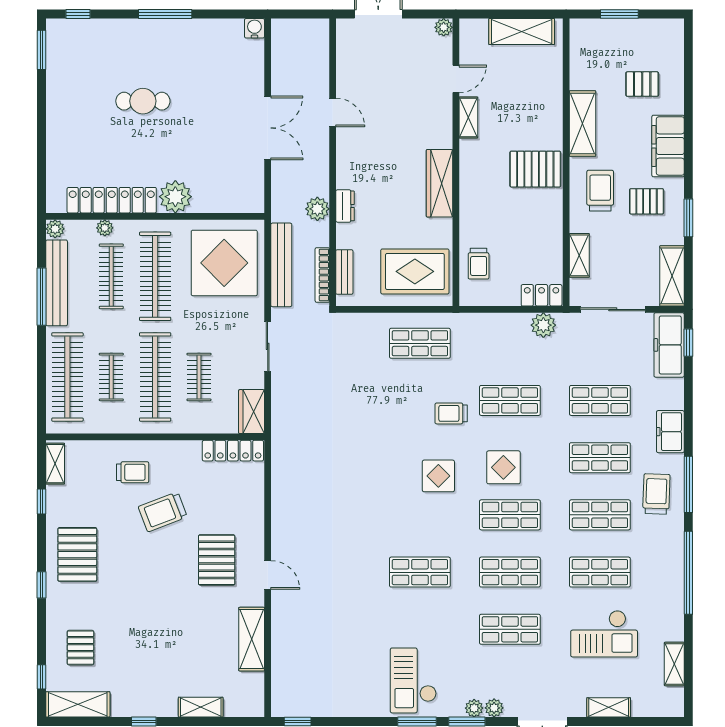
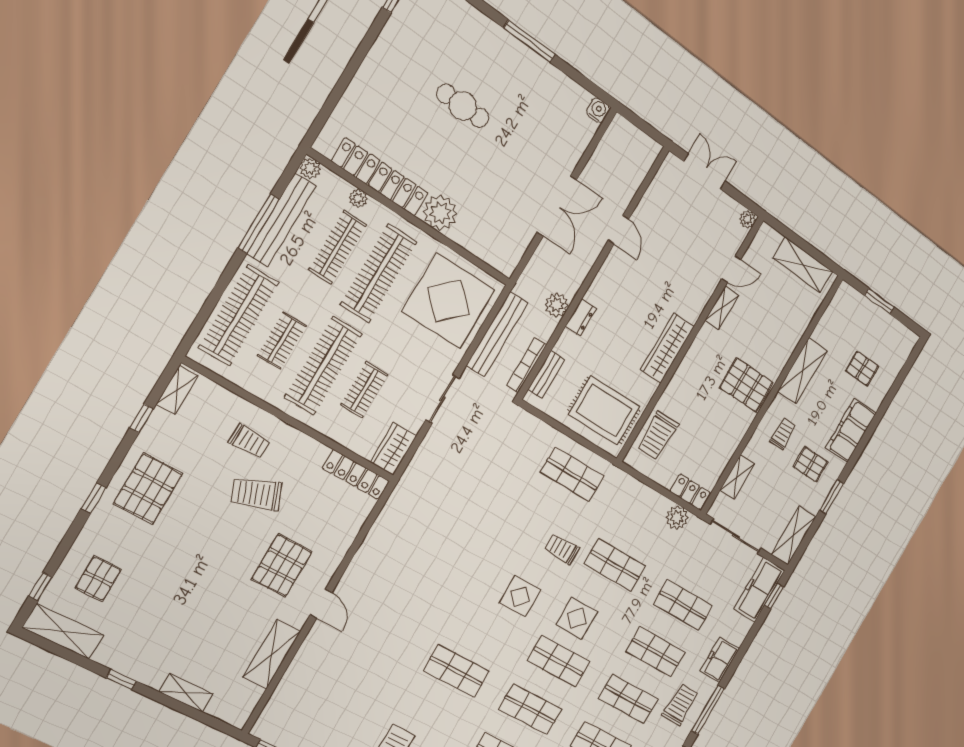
trolley: (600, 191) -> (783, 434), width x0.73, depth x0.72
trolley: (479, 264) -> (658, 436), width x1.36, depth x1.39

